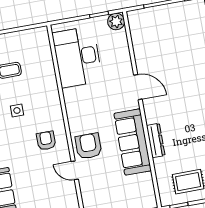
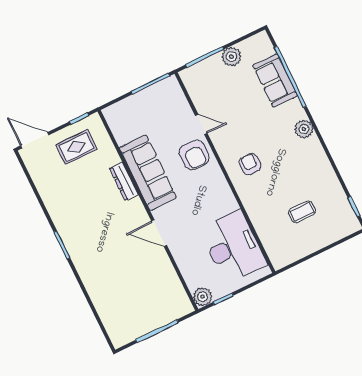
side table: (17, 110) -> (282, 171), removed
armchair: (46, 141) -> (250, 164), moved, turned 180

